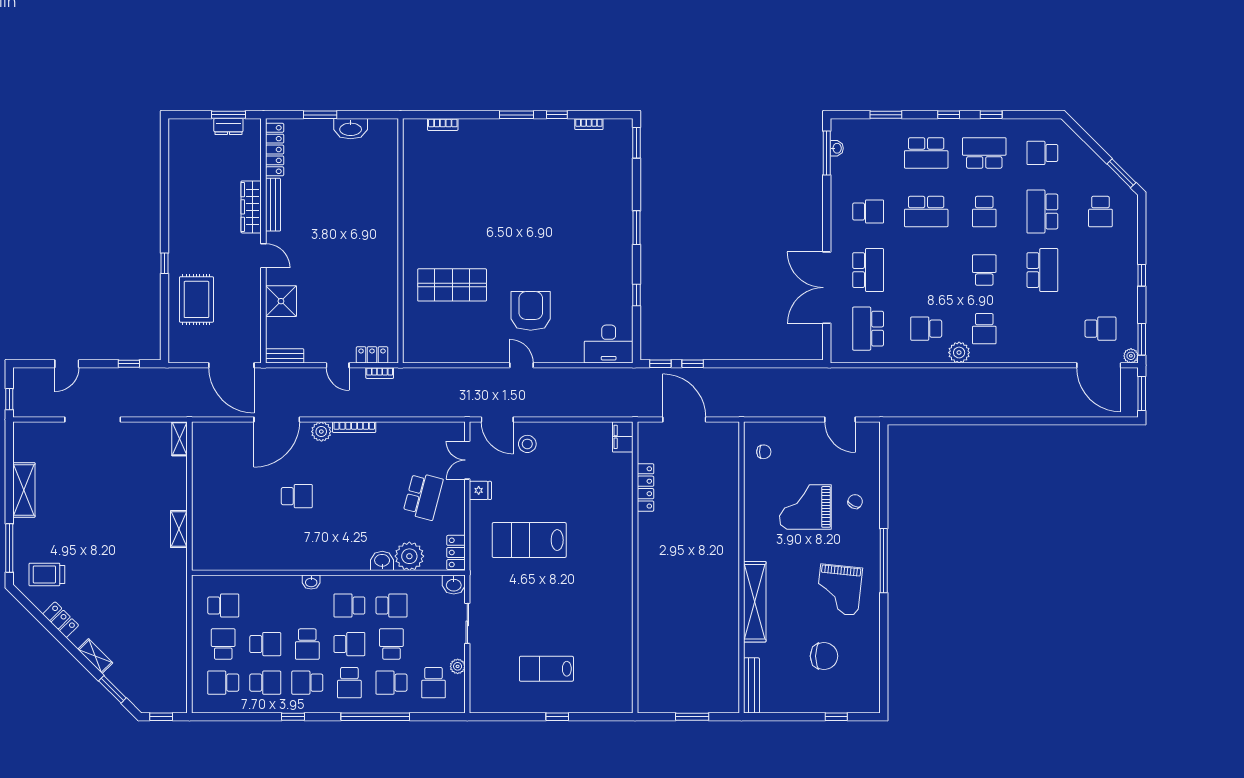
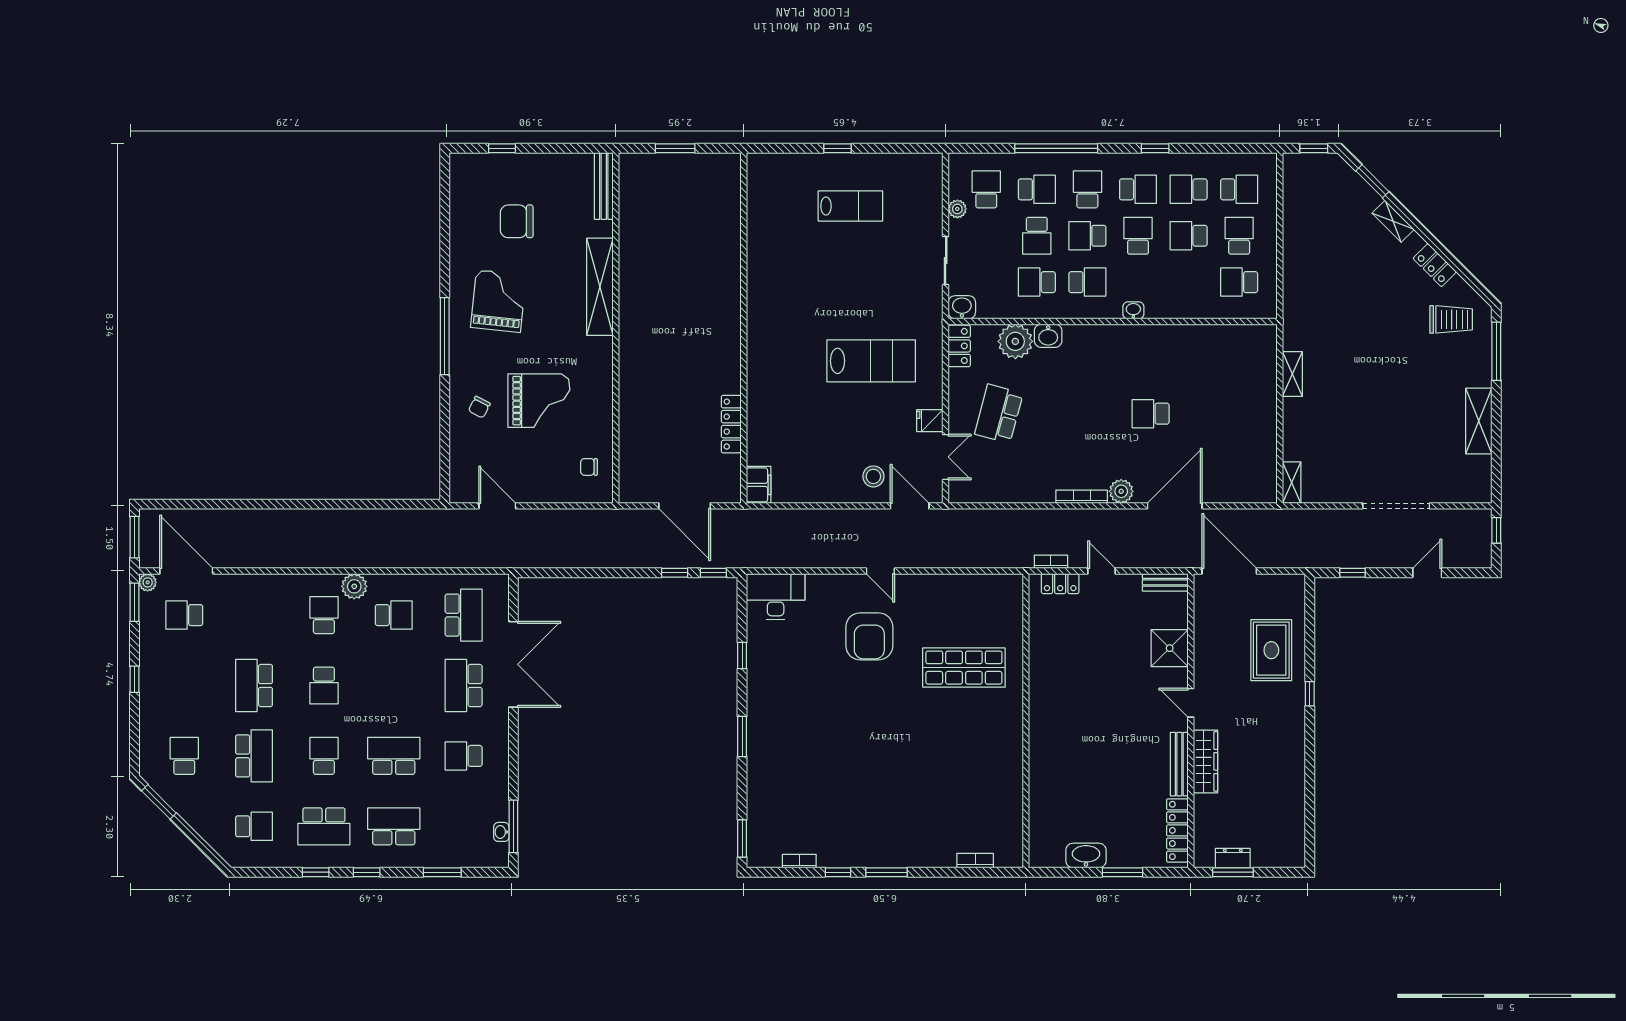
school desk: (223, 644) -> (1239, 236), turned 180

